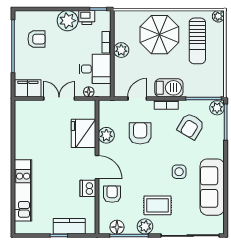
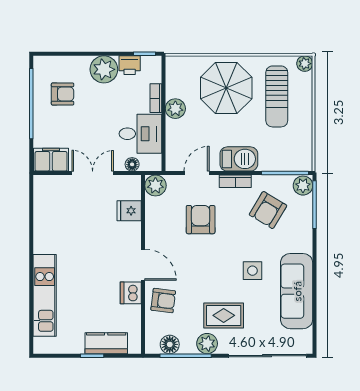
fridge: (83, 133) -> (129, 211), width x0.53, depth x0.75
plant: (106, 135) -> (155, 186), moved
armchair: (112, 194) -> (163, 301), turned 97

